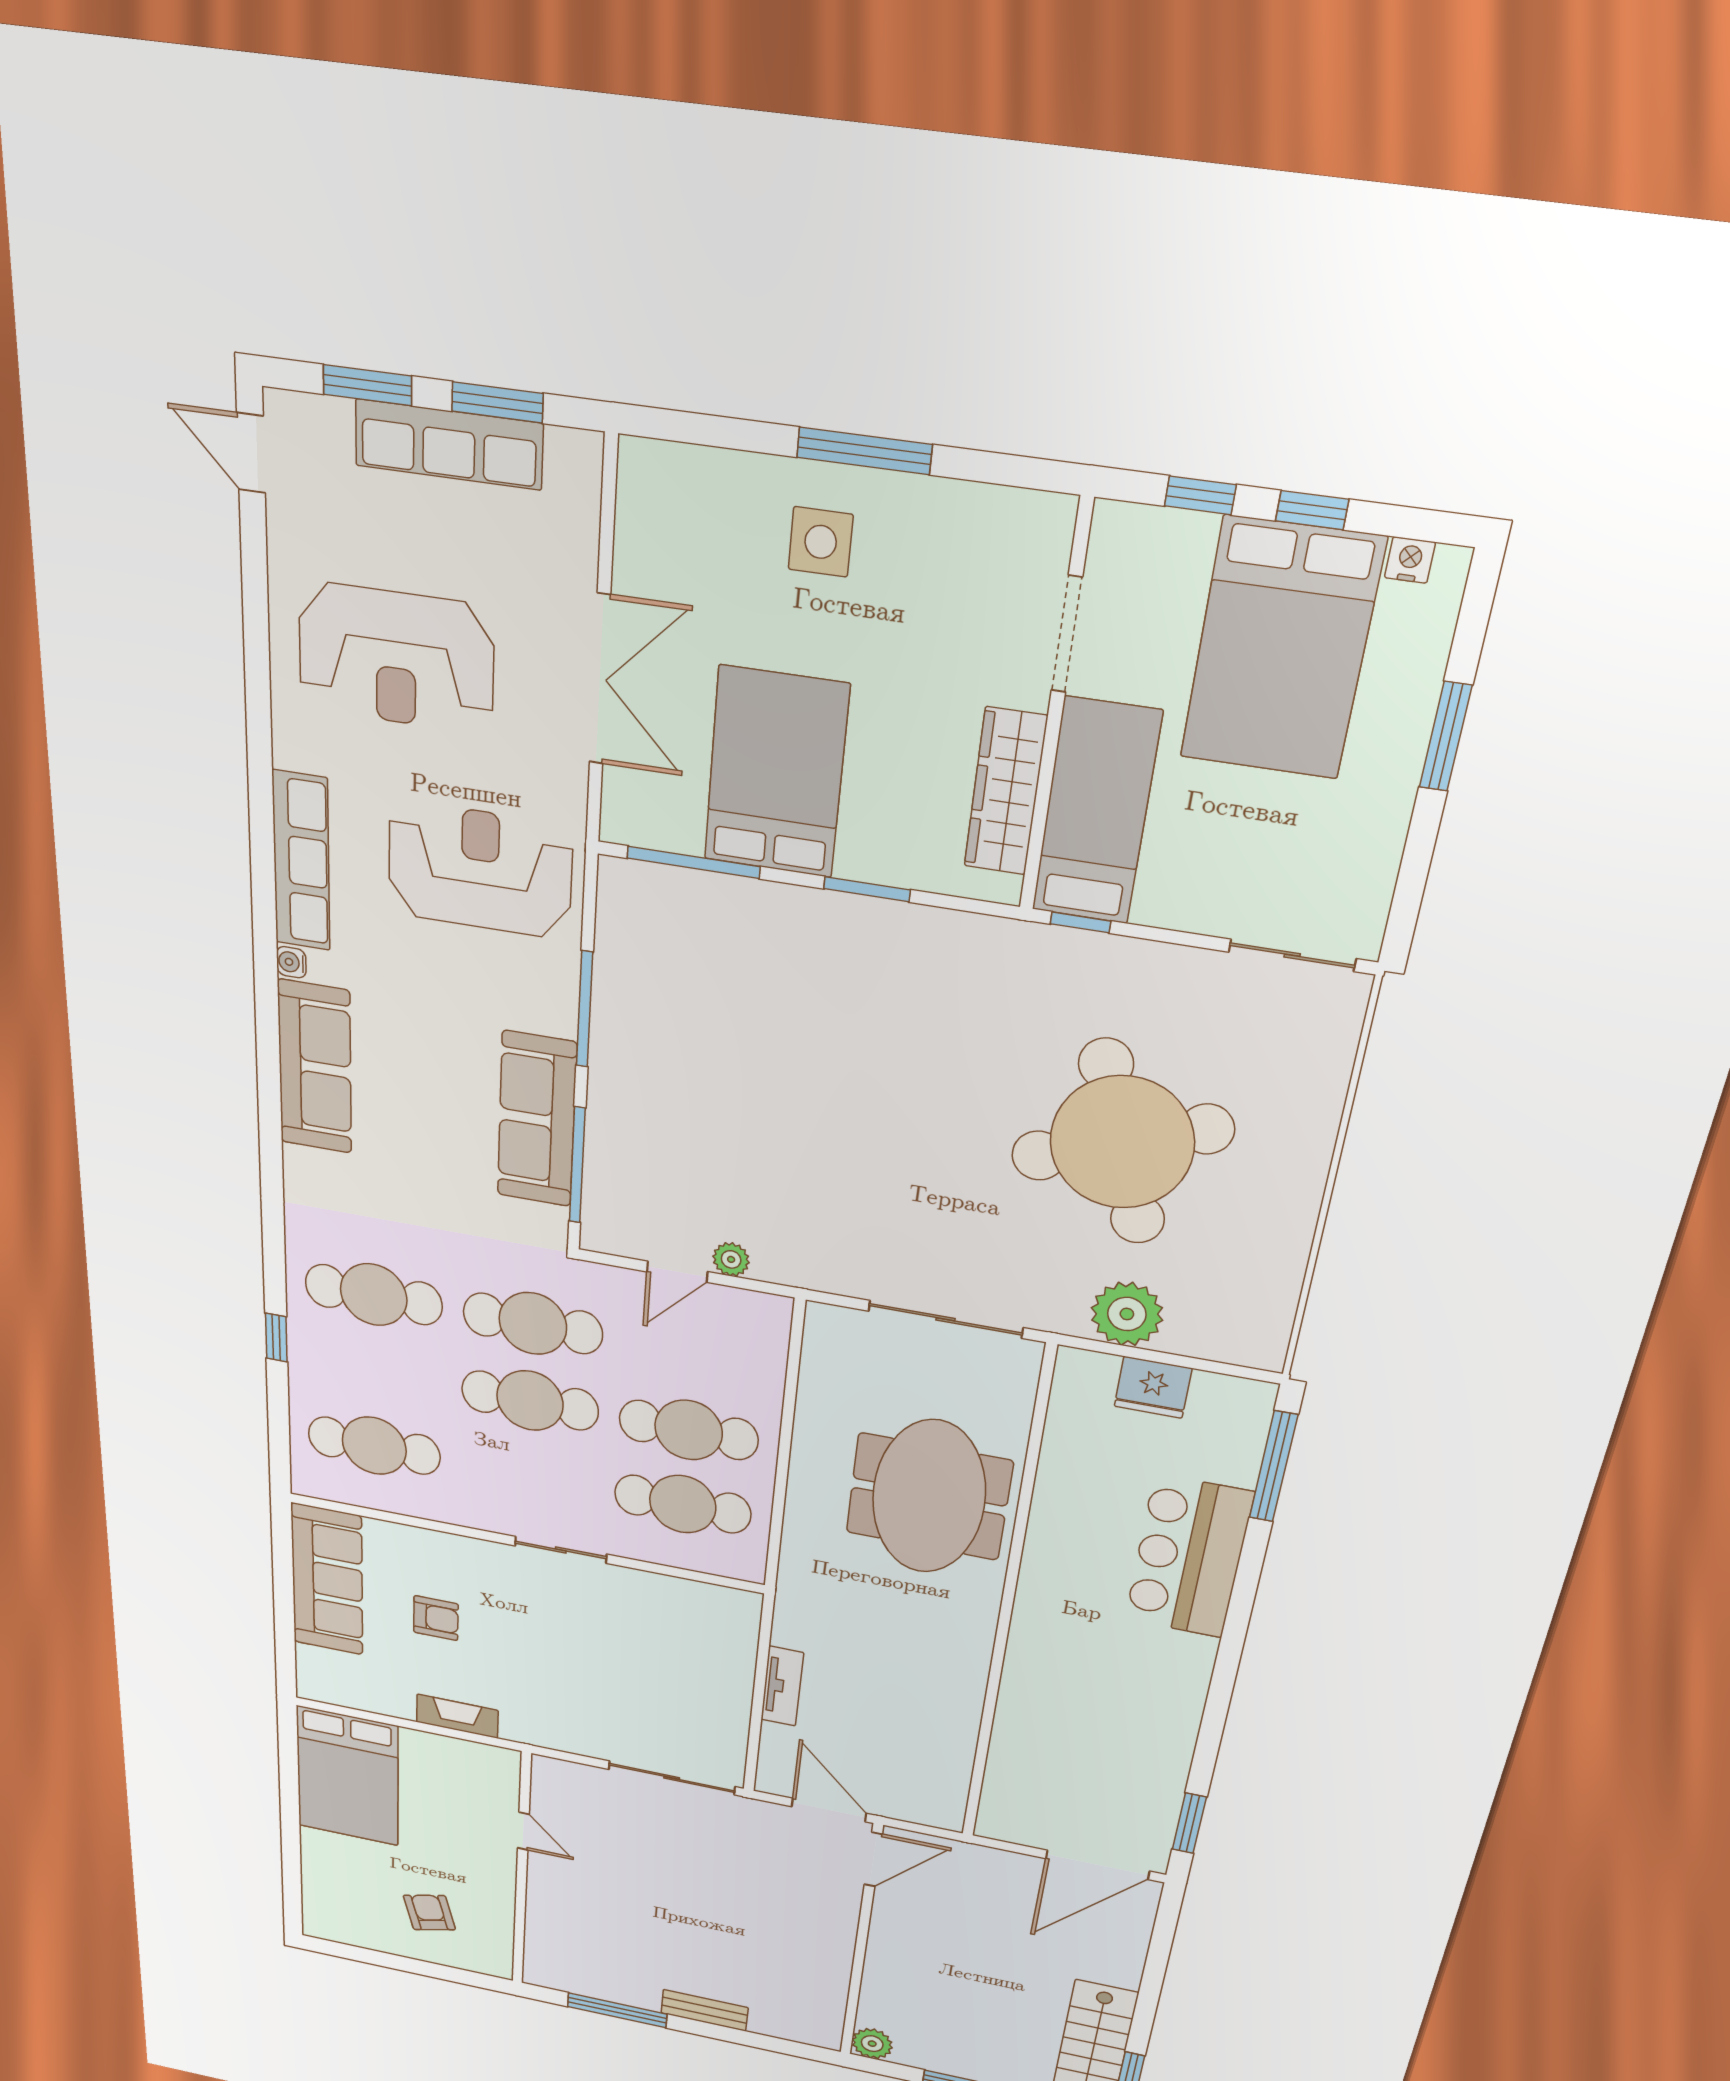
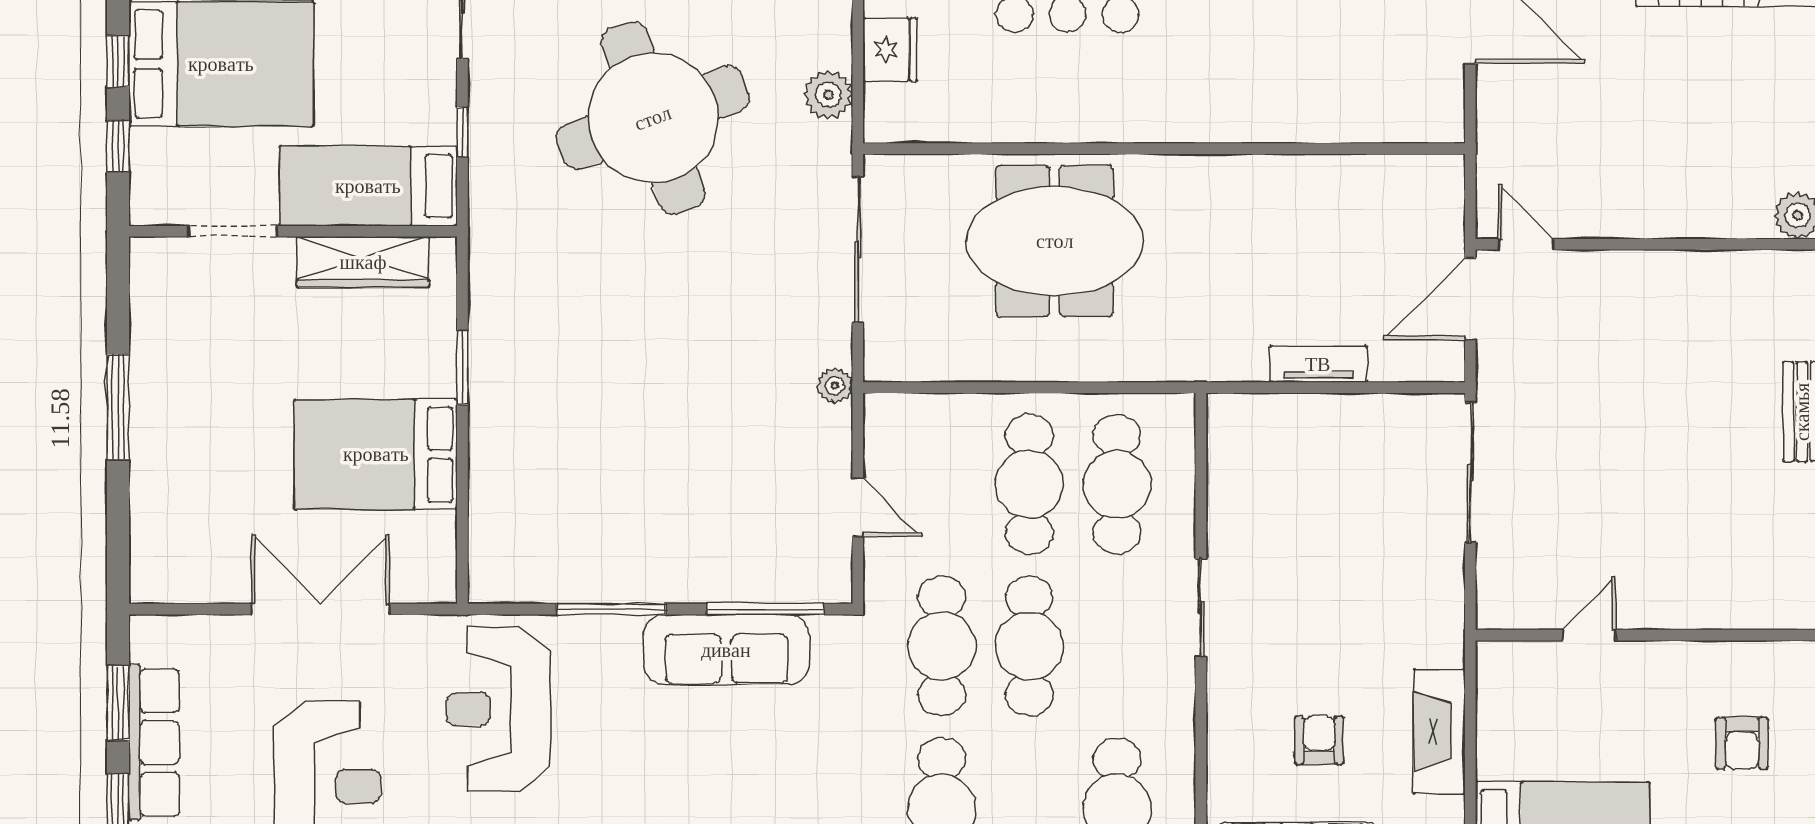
side table: (821, 542) -> (189, 435), removed
window: (693, 862) -> (462, 519), removed
window: (1081, 922) -> (462, 132), moved
plant: (731, 1259) -> (835, 386), moved
plant: (1127, 1314) -> (828, 95), width x0.73, depth x0.73
fireplace: (457, 1716) -> (1439, 731), width x1.37, depth x1.32
door: (873, 1859) -> (1526, 244), width x0.73
armchair: (429, 1913) -> (1742, 743), turned -75

